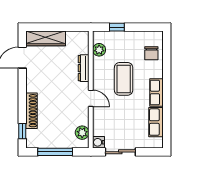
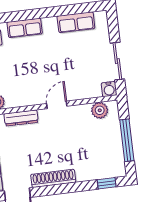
coffee table: (124, 79) -> (28, 68), removed
row of seats: (156, 92) -> (25, 28), moved
shoe rack: (31, 111) -> (53, 178), moved

